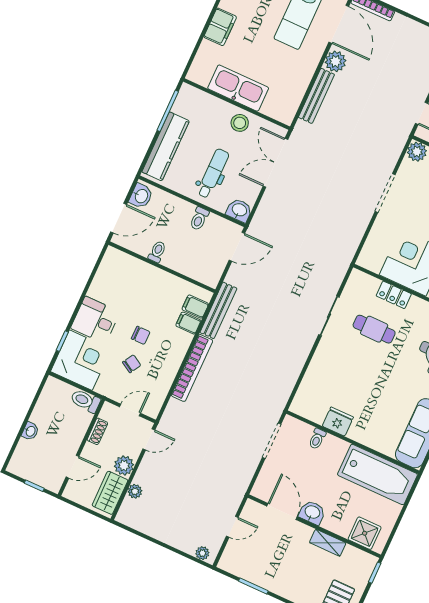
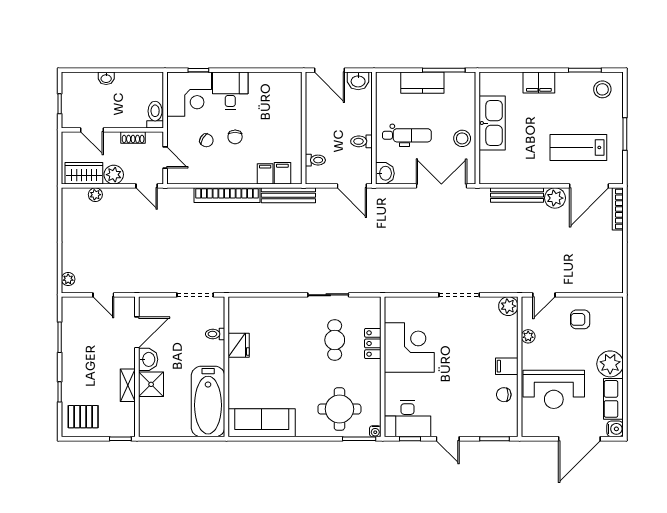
kitchen counter: (166, 146) -> (422, 83), width x0.67
toilet: (157, 252) -> (315, 160), moved
shower: (365, 533) -> (151, 384), moved

